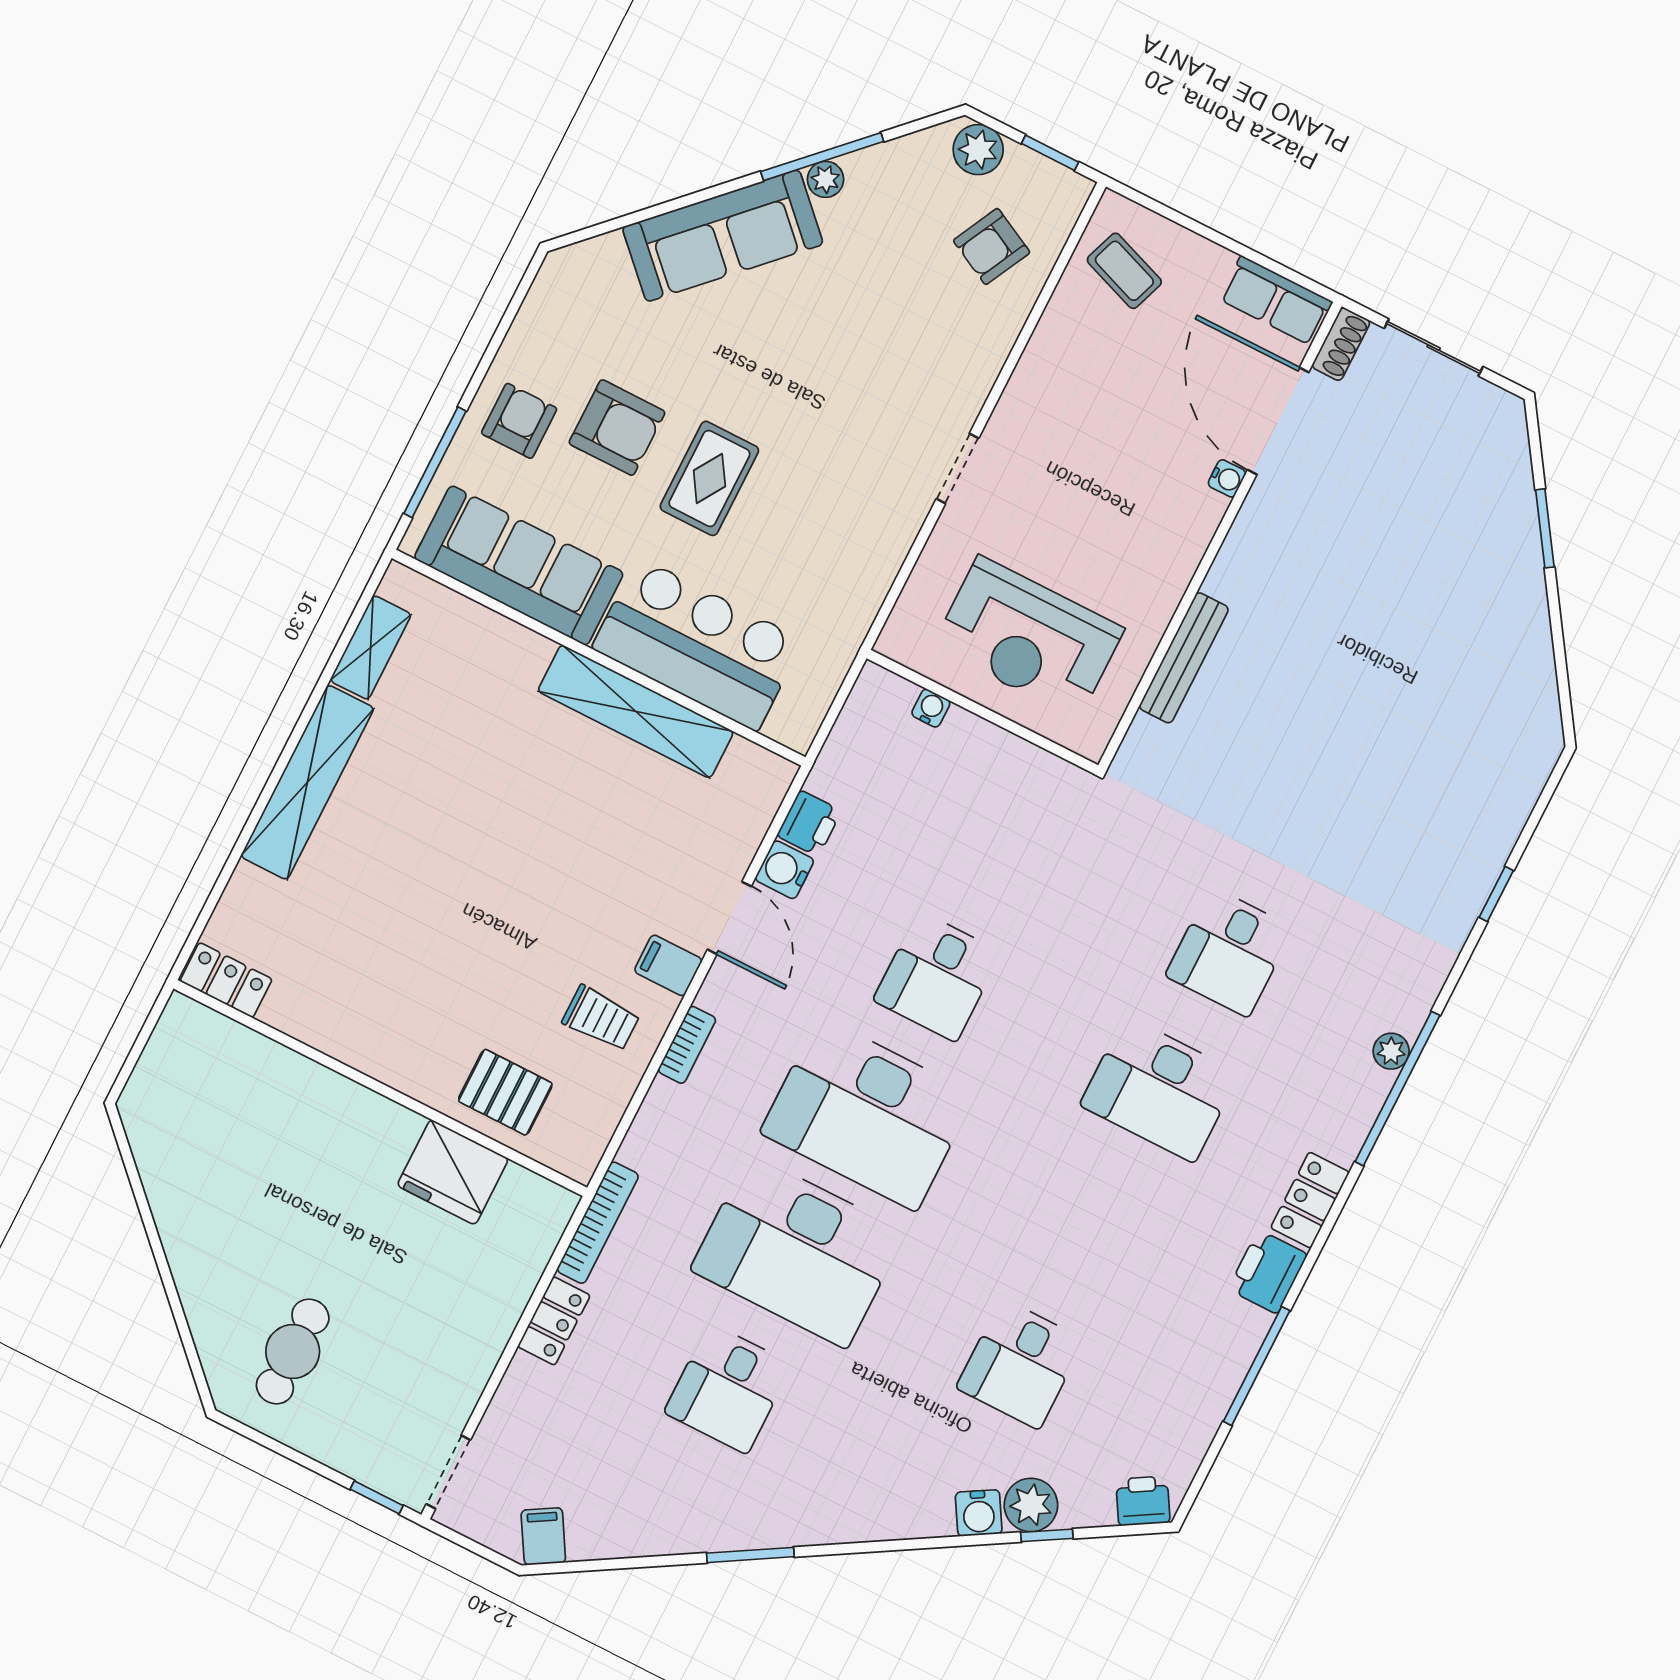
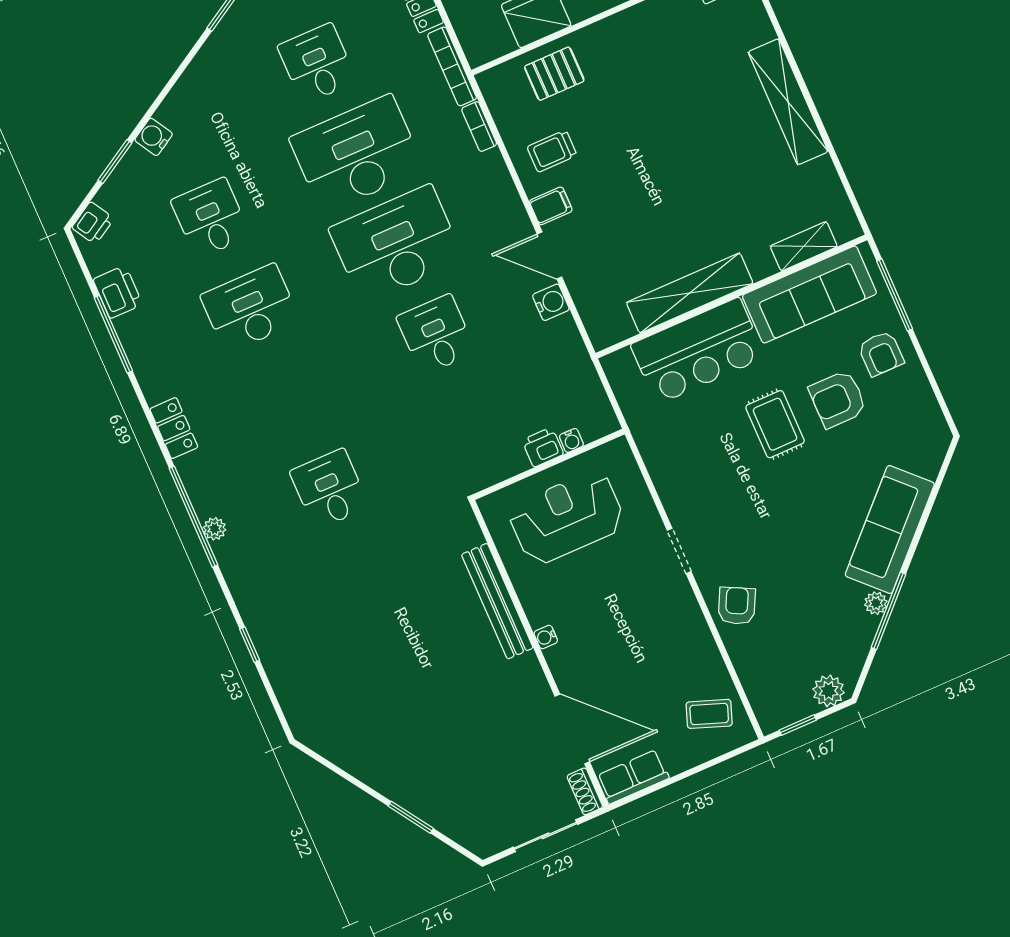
armchair: (992, 246) -> (737, 606), moved
water cooler: (1227, 478) -> (546, 637), moved
shelving: (371, 647) -> (804, 246), moved, turned 90
bench: (1184, 658) -> (497, 601), width x1.37, depth x1.21
printer: (809, 823) -> (543, 447), moved, turned 90
bookcase: (687, 1045) -> (479, 127), moved
desk: (1160, 1089) -> (250, 308), moved
printer: (1268, 1272) -> (118, 292), moved
plant: (1031, 1505) -> (136, 166), removed
window: (1047, 1535) -> (115, 162), width x1.50

